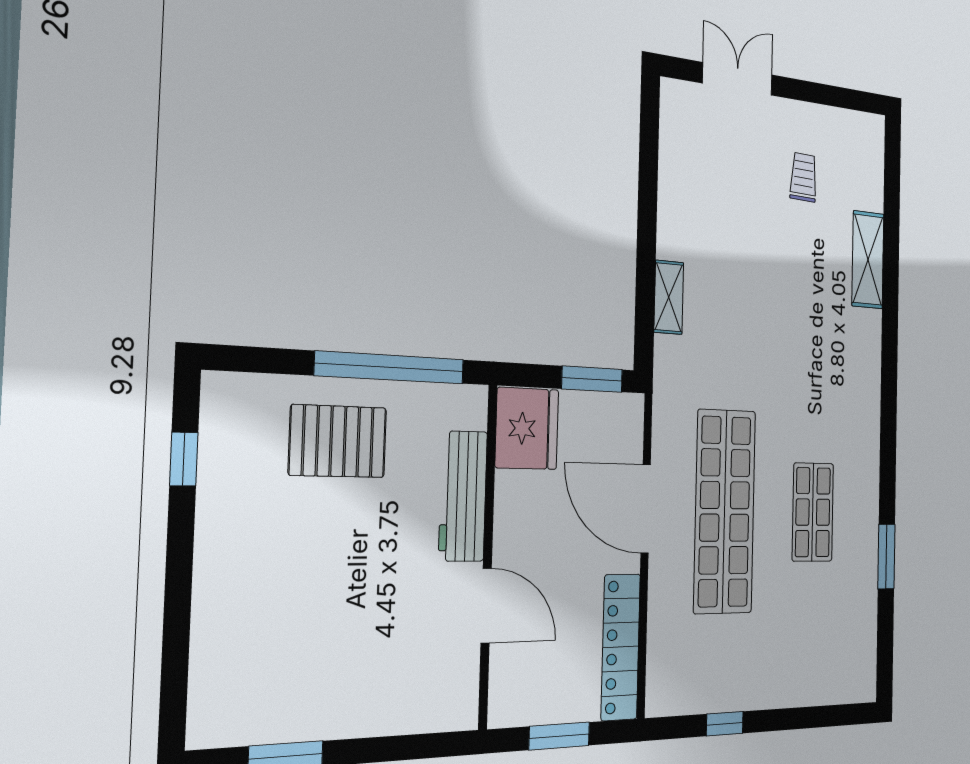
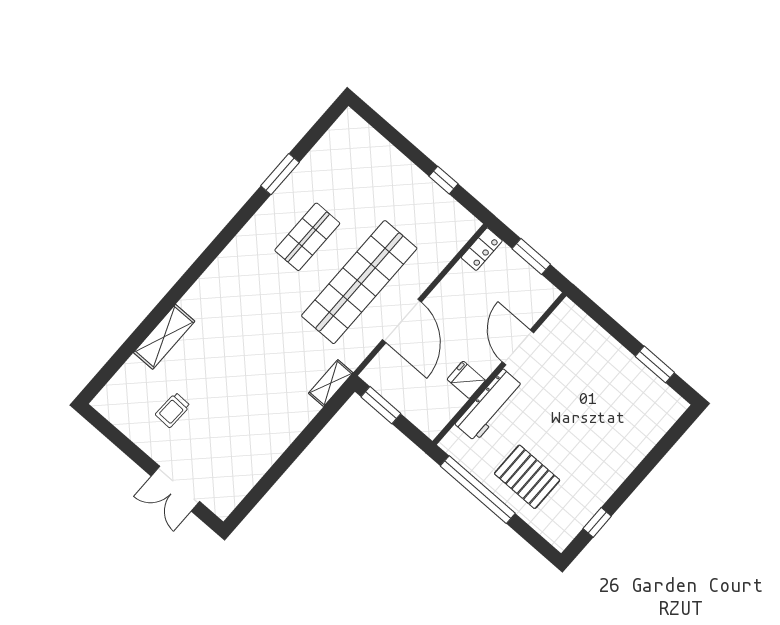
shelving: (669, 297) -> (331, 383), moved
fridge: (527, 429) -> (466, 380), moved, width x0.53, depth x0.75
locker: (621, 647) -> (482, 249), width x0.46, depth x0.83

